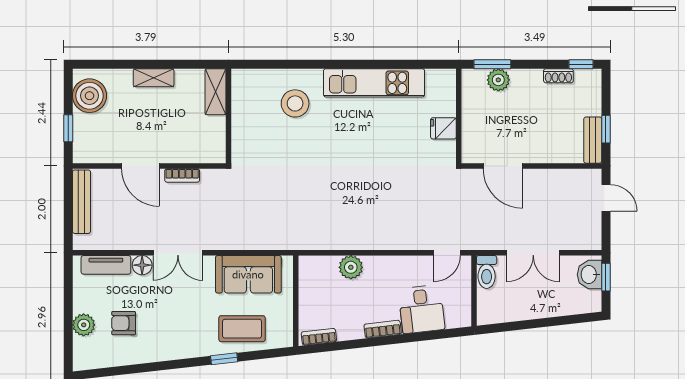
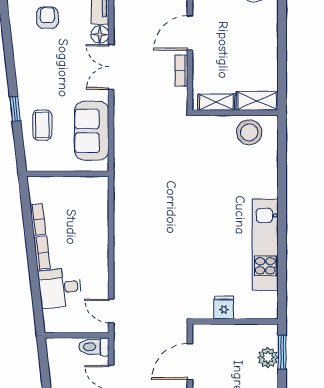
shelving: (154, 78) -> (216, 102), moved, turned 90
stool: (295, 103) -> (249, 132), moved
plant: (351, 267) -> (98, 224), removed
coffee table: (242, 329) -> (42, 125), width x0.73, depth x0.77
bookcase: (319, 337) -> (38, 219), moved

